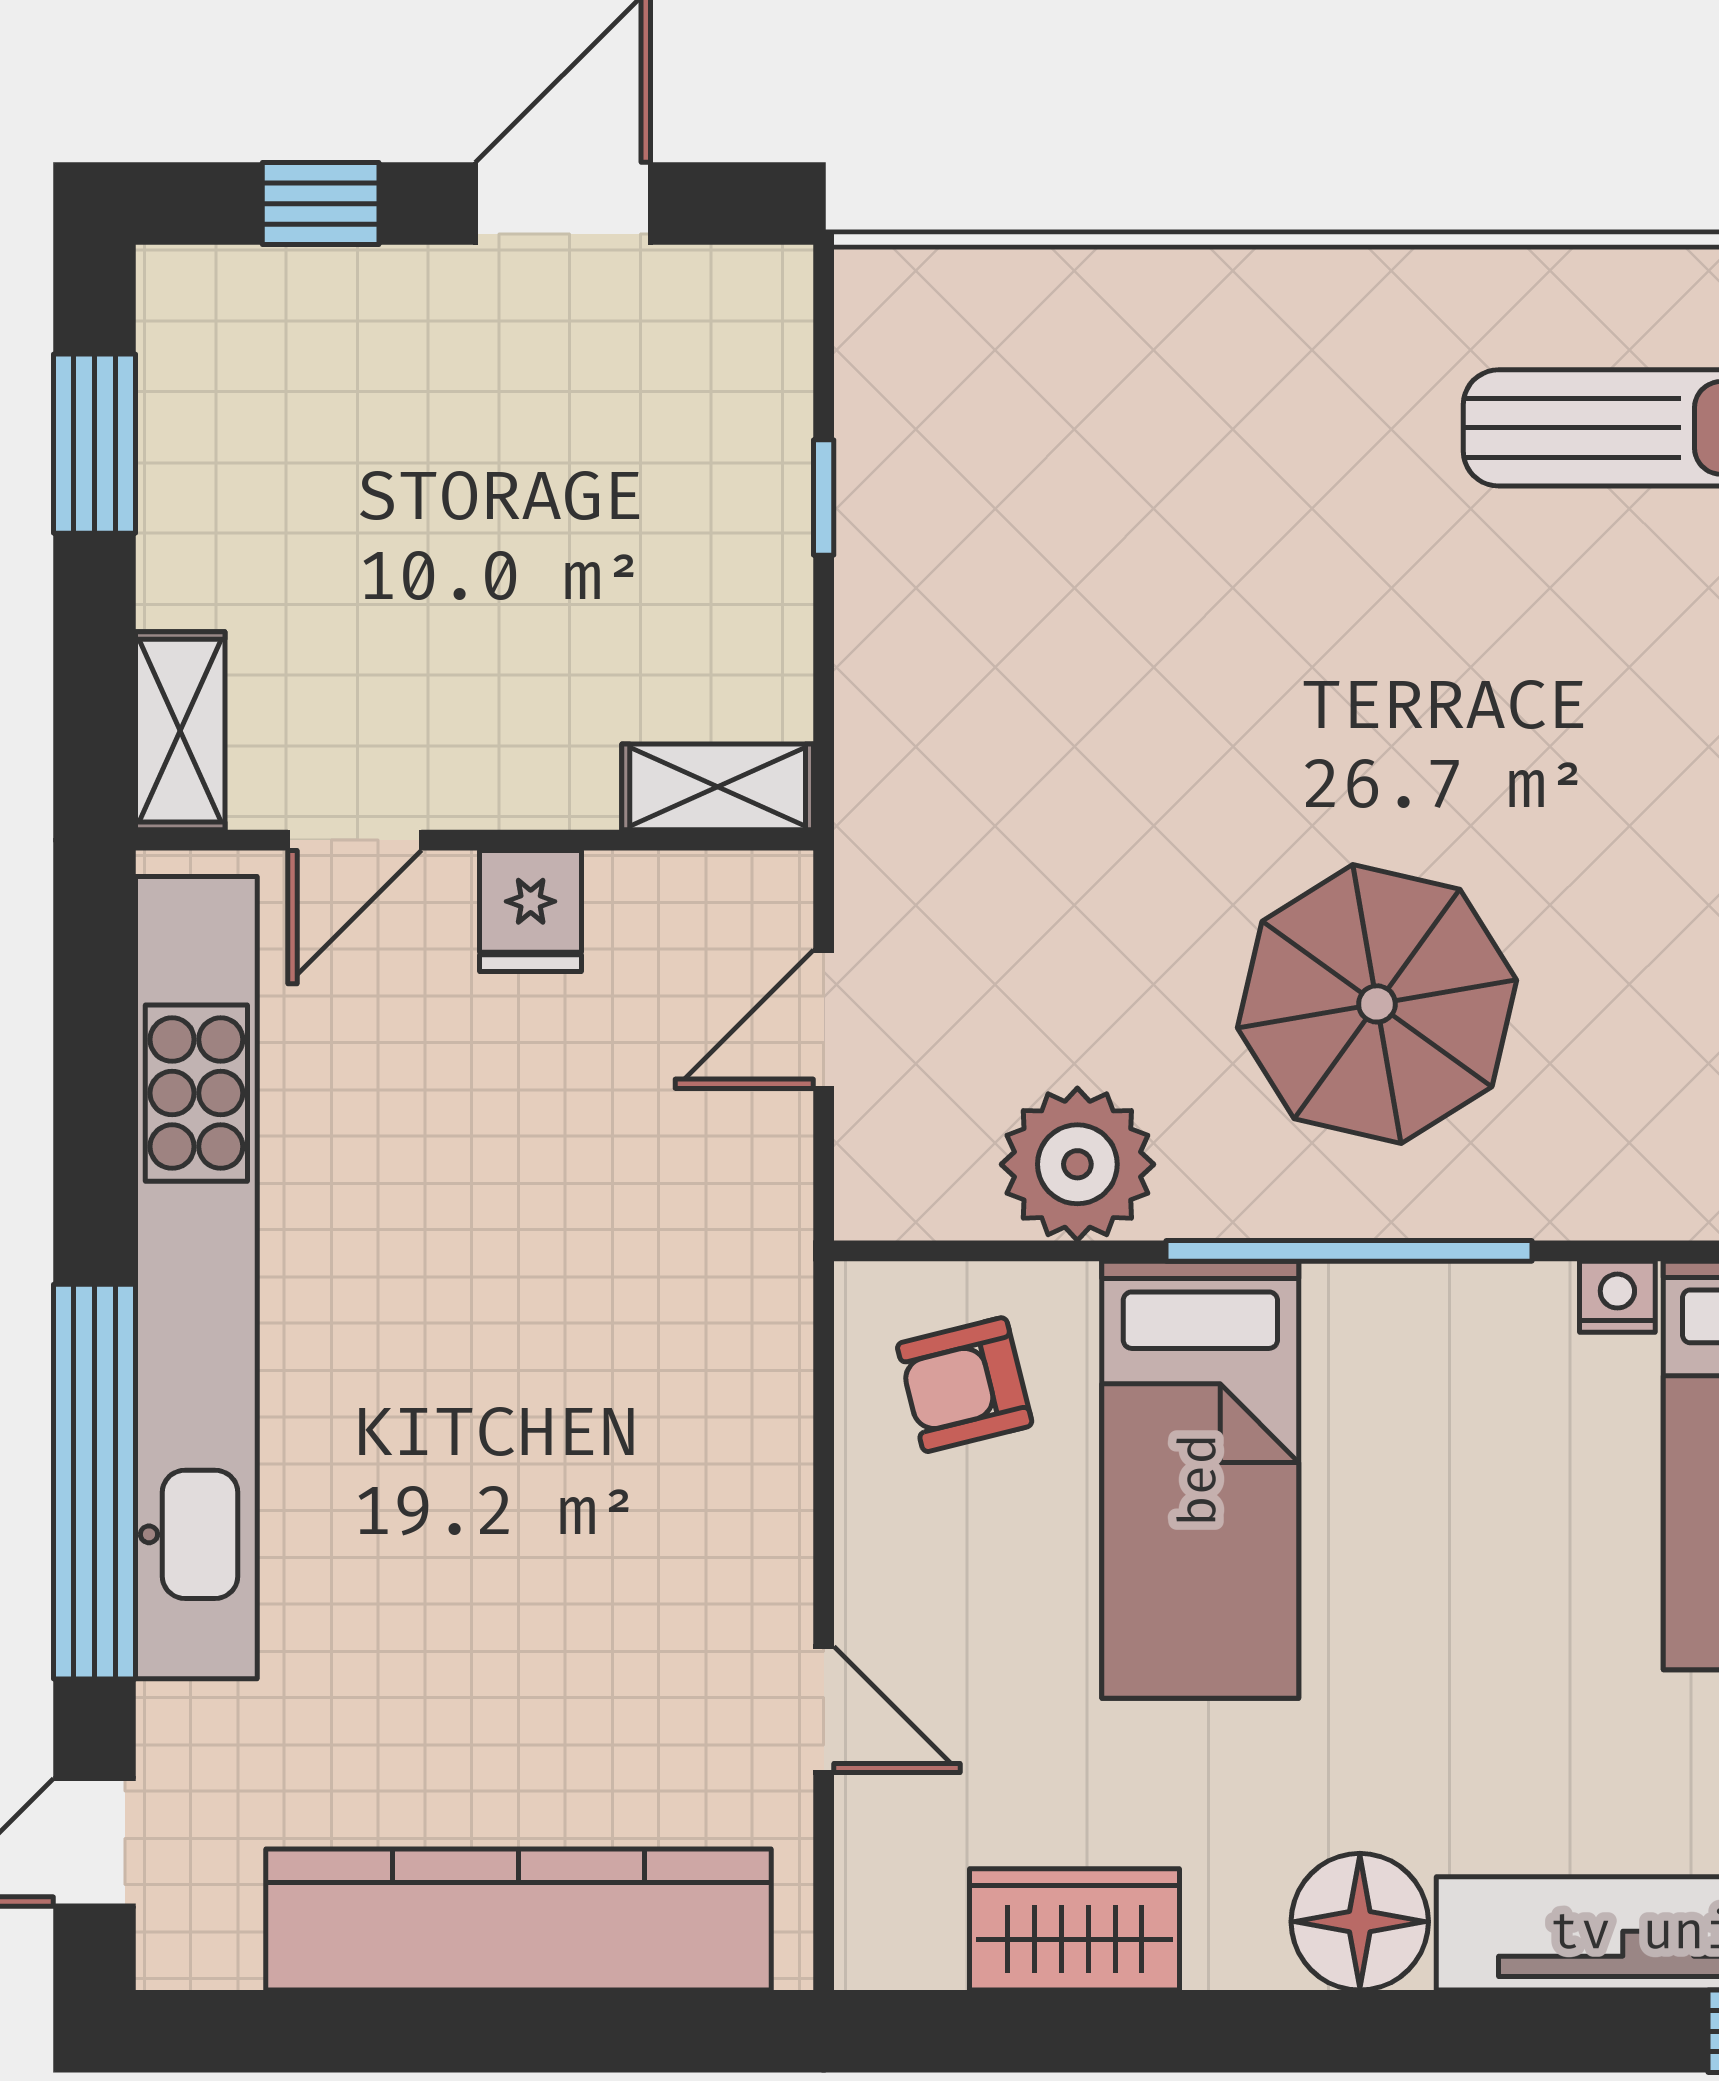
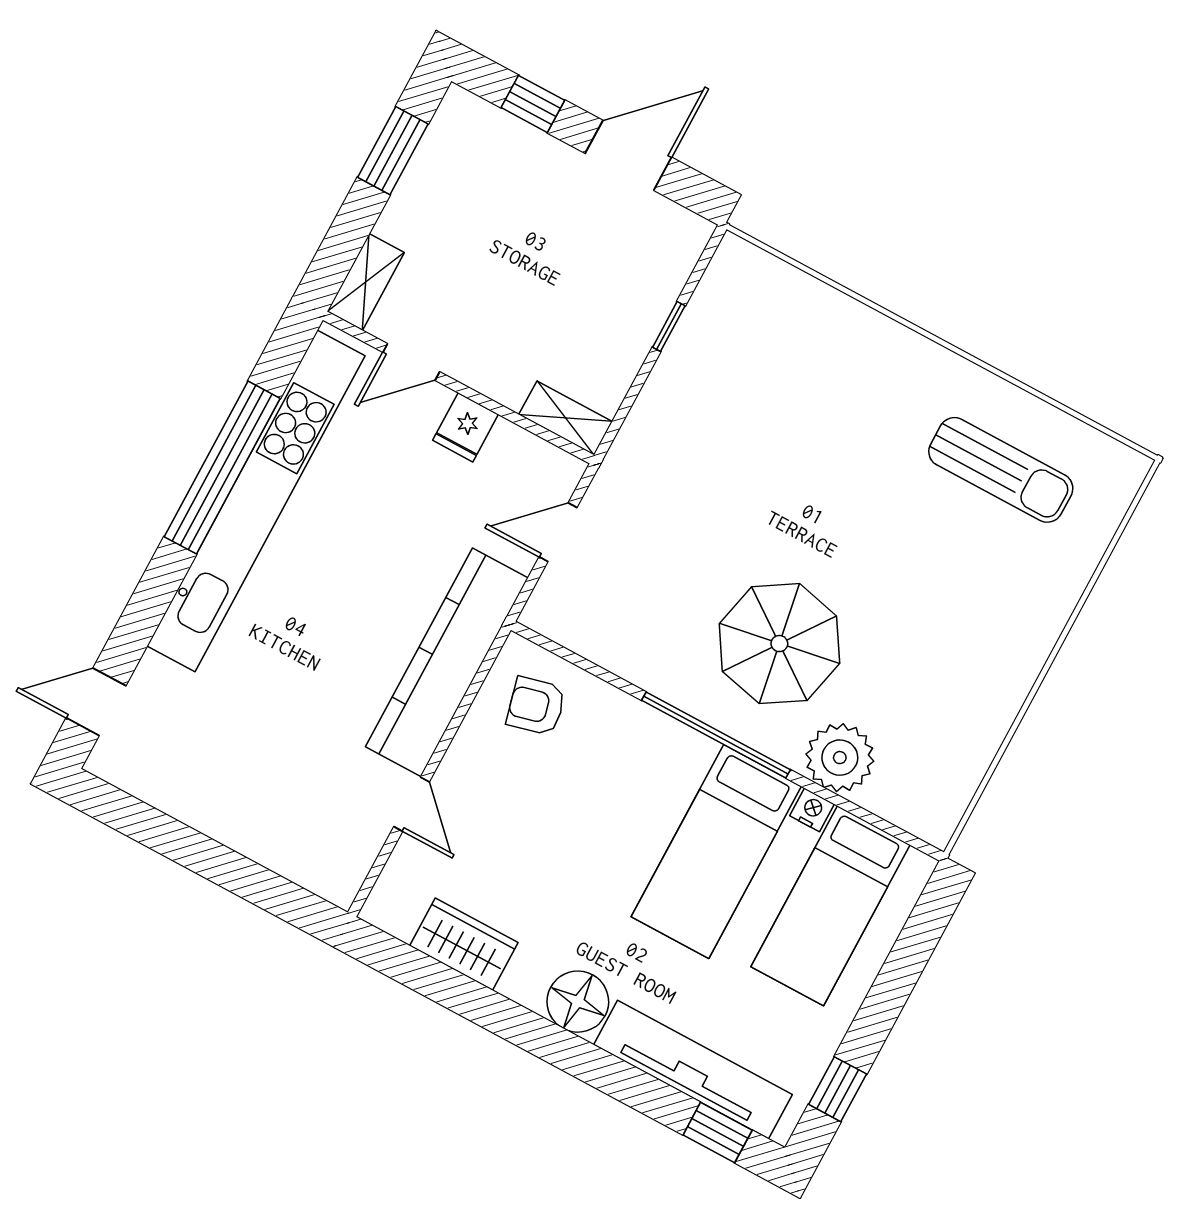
plant: (1077, 1164) -> (840, 758), moved
bed: (1200, 1480) -> (716, 851), moved
window: (95, 1482) -> (222, 468), moved
kitchen counter: (519, 1919) -> (447, 662), moved, turned -90

